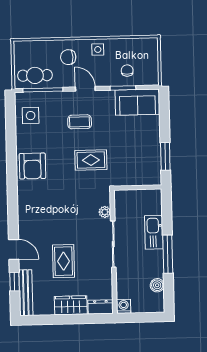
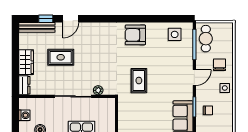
coffee table: (80, 122) -> (169, 72), removed
washing machine: (124, 306) -> (24, 115), moved

